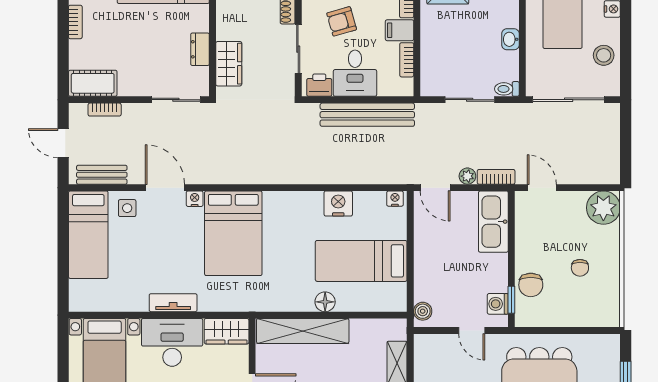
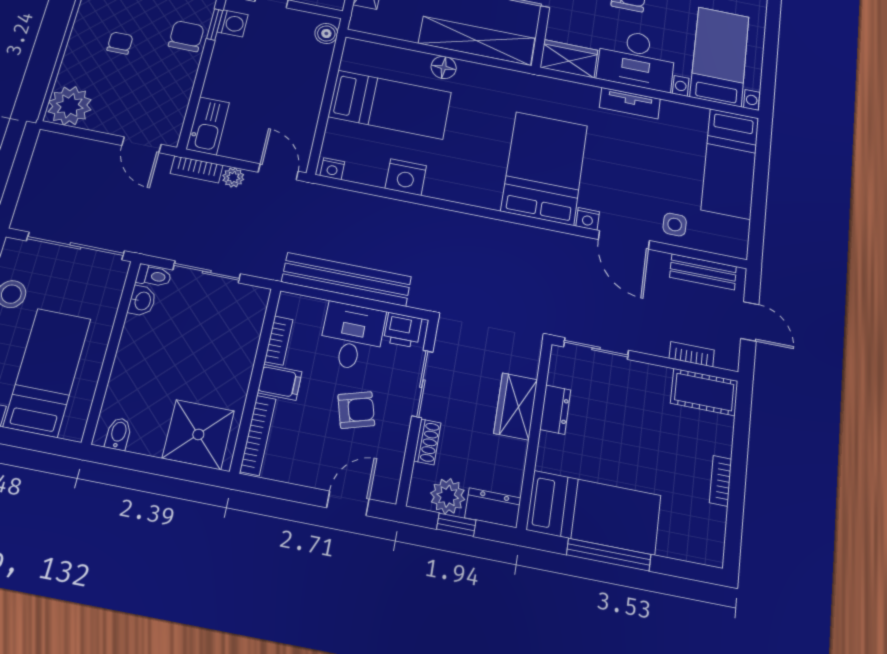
washbasin: (510, 39) -> (142, 301), moved
wardrobe: (229, 64) -> (516, 406), moved
kitchen sink: (493, 222) -> (208, 126), width x0.73, depth x0.81
bed: (88, 235) -> (730, 163), moved, turned 180

